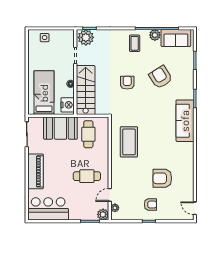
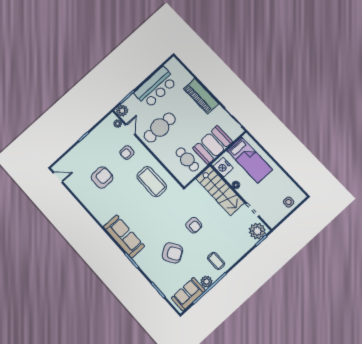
cafe table: (87, 176) -> (160, 128), width x1.37, depth x1.35
armchair: (150, 204) -> (127, 153), moved
bar counter: (48, 209) -> (156, 87), moved

